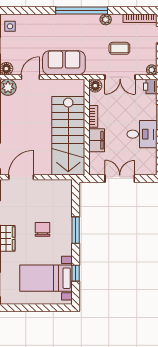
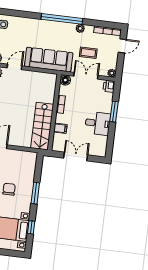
sofa: (64, 63) -> (49, 60), width x1.36
double door: (120, 77) -> (86, 76), swing flipped
stairs: (68, 136) -> (42, 126), width x0.73, depth x0.66
filing cabinet: (97, 140) -> (60, 128), width x0.50

